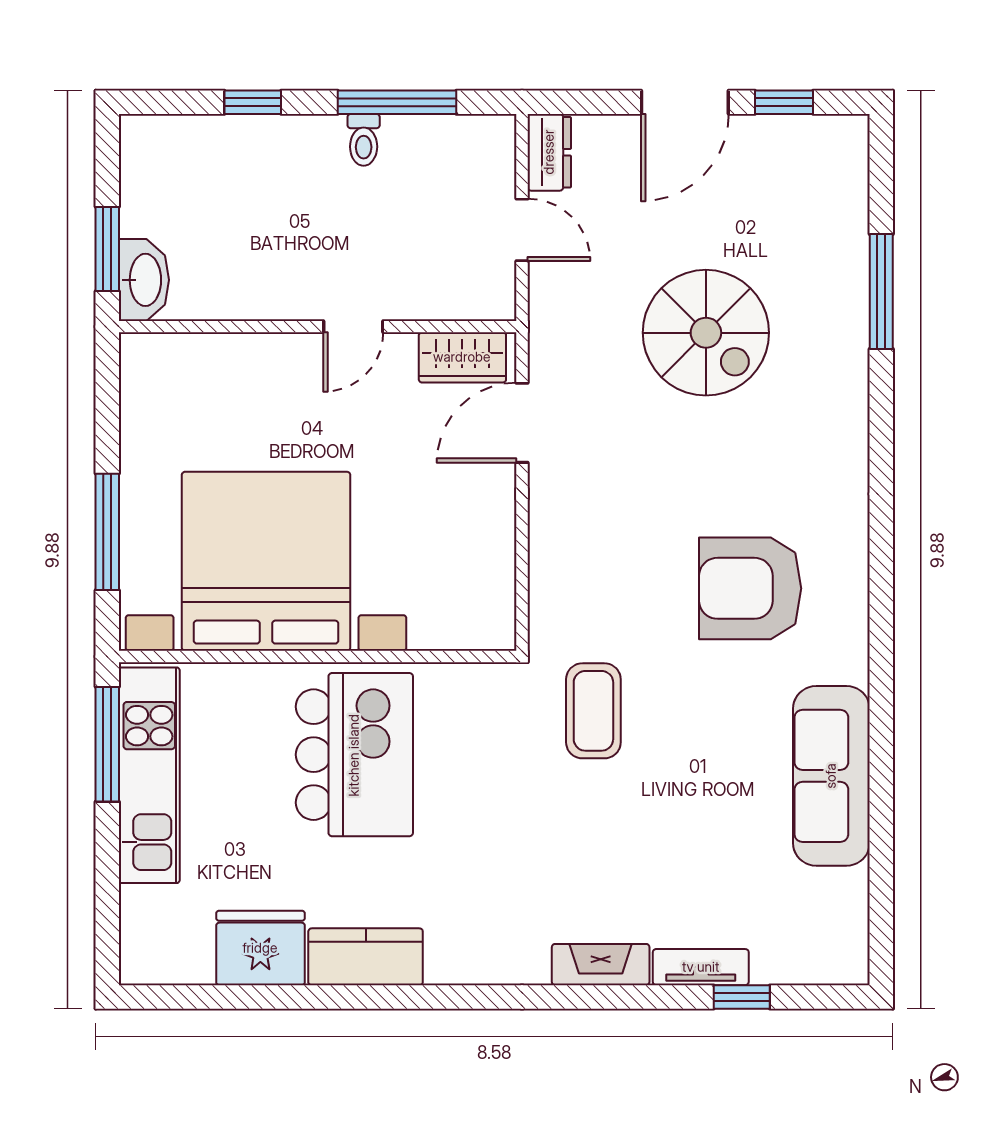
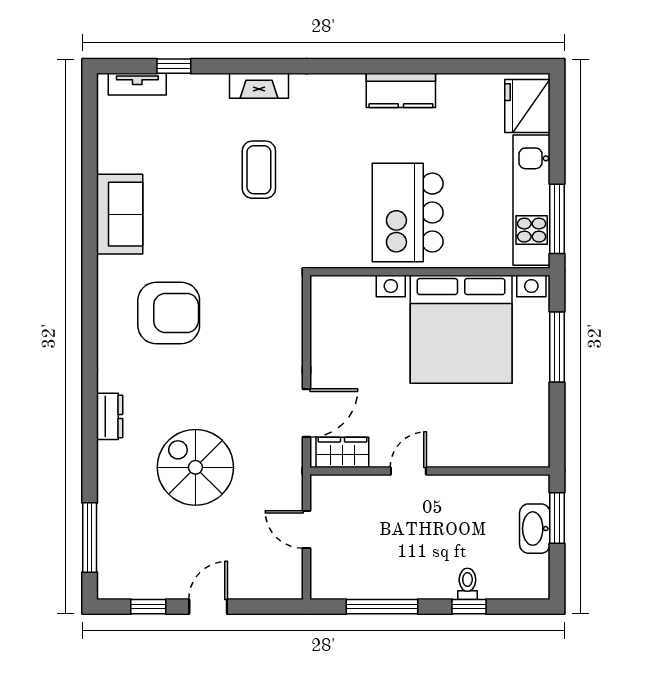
door: (685, 102) -> (208, 607), width x0.73
toilet: (364, 140) -> (467, 584), moved
dresser: (549, 152) -> (110, 416), moved, turned 180
washbasin: (144, 280) -> (535, 529), moved
window: (881, 292) -> (90, 538), moved
coffee table: (593, 711) -> (259, 170), moved
sofa: (831, 776) -> (120, 214), width x0.73
fridge: (260, 948) -> (527, 106), moved, turned 90
tv unit: (701, 967) -> (137, 84), moved

